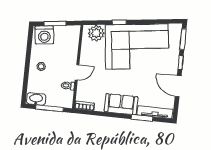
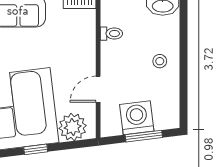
washing machine: (44, 35) -> (137, 118), moved
door: (77, 72) -> (98, 89), moved

